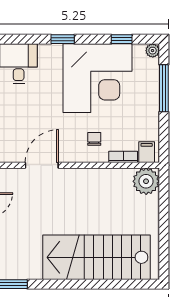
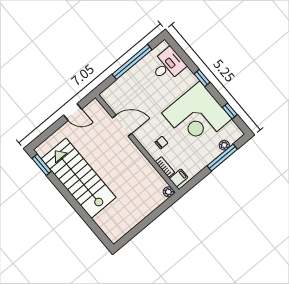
plant: (153, 51) -> (224, 145), moved
plant: (146, 181) -> (168, 192), width x0.53, depth x0.53
stairs: (96, 257) -> (79, 178), moved

